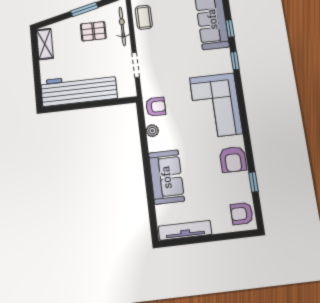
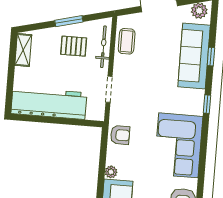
window: (230, 28) -> (211, 57), moved
plant: (152, 131) -> (111, 172), moved

